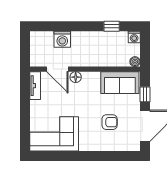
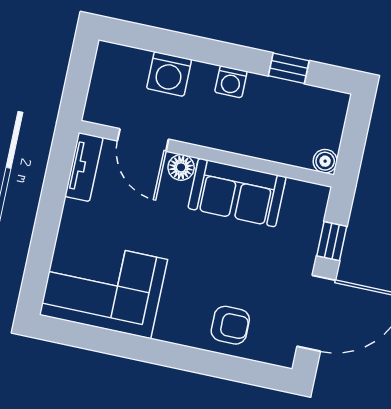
washing machine: (134, 37) -> (231, 82), moved
sofa: (120, 83) -> (237, 193), moved
armchair: (110, 122) -> (230, 325), moved

